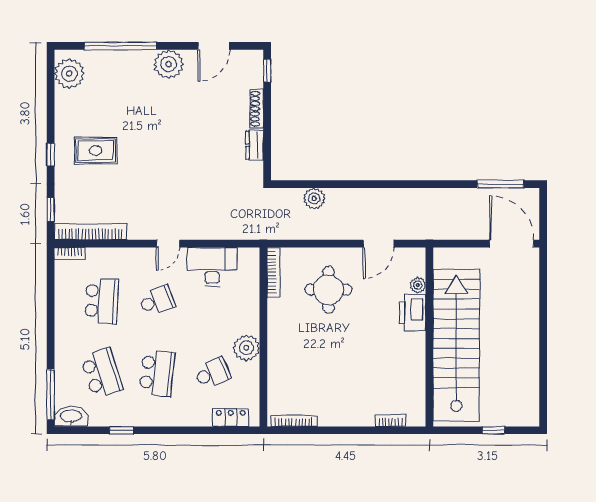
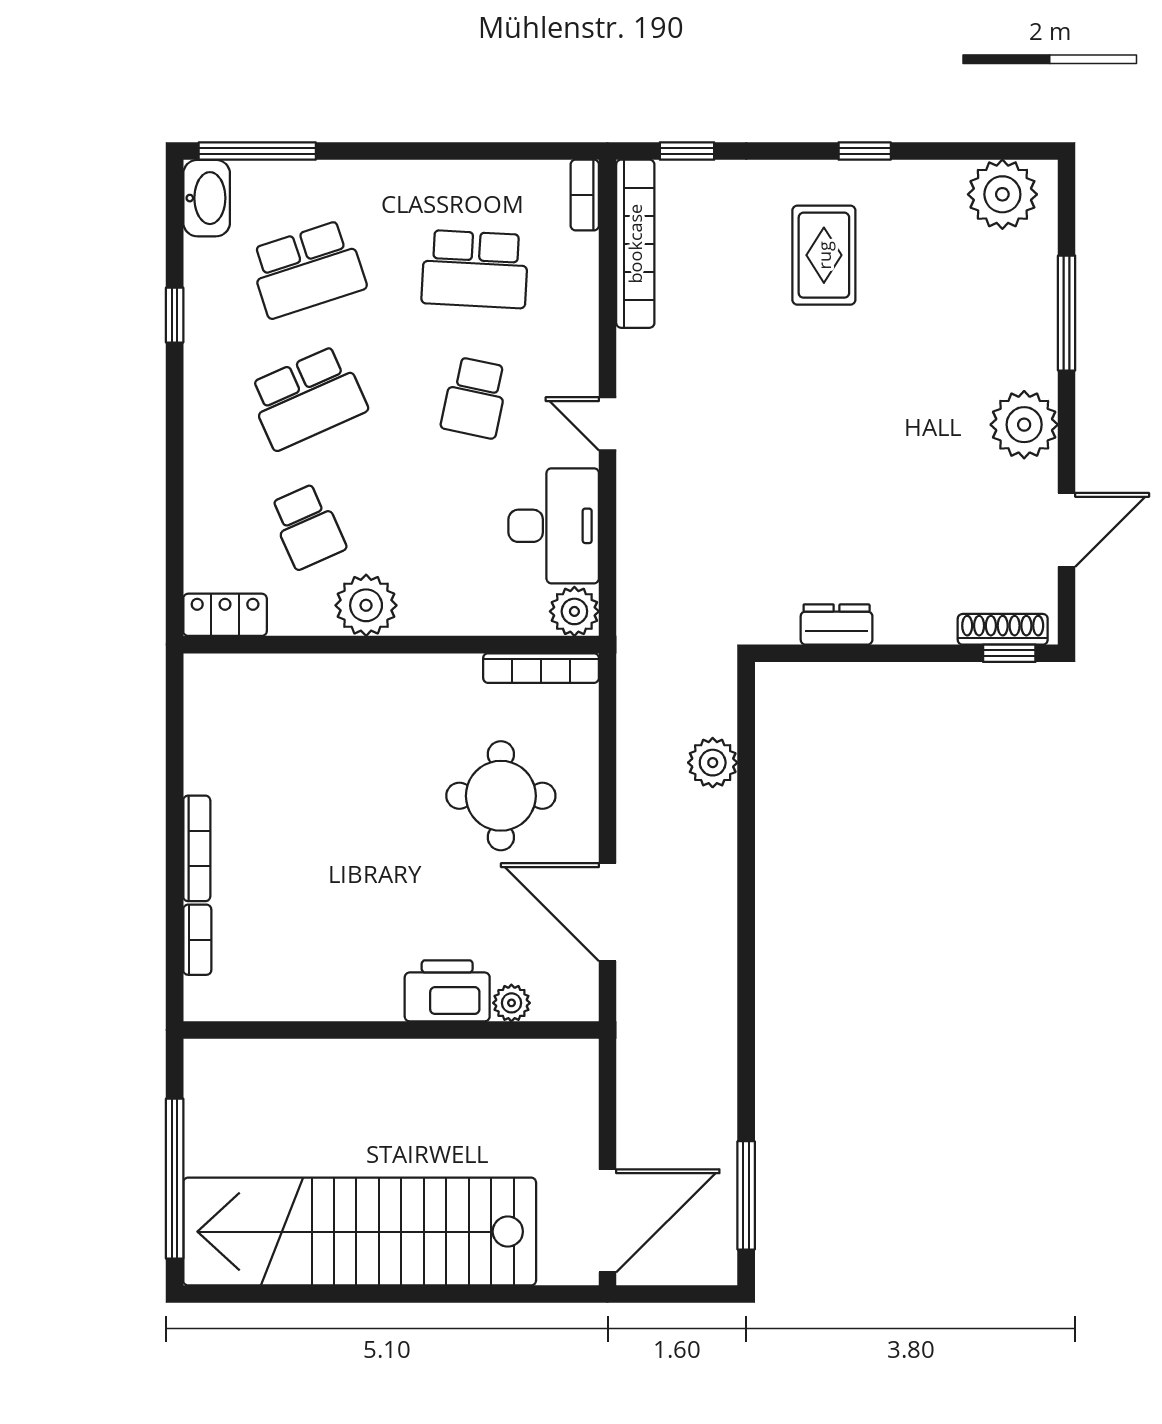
window: (121, 46) -> (1067, 313), width x0.68
door: (214, 46) -> (1067, 530), swing flipped
shoe rack: (257, 109) -> (1003, 629), moved
window: (51, 155) -> (865, 151), moved
door: (379, 244) -> (608, 912), width x1.36
plant: (249, 258) -> (574, 611), added
school desk: (157, 301) -> (475, 398), turned 33
stairs: (456, 345) -> (360, 1232), moved, turned 180
school desk: (157, 373) -> (307, 398), turned -30
locker: (231, 417) -> (225, 615), moved, turned -90
bookcase: (294, 421) -> (197, 848), moved
window: (493, 430) -> (175, 1179), width x3.17

